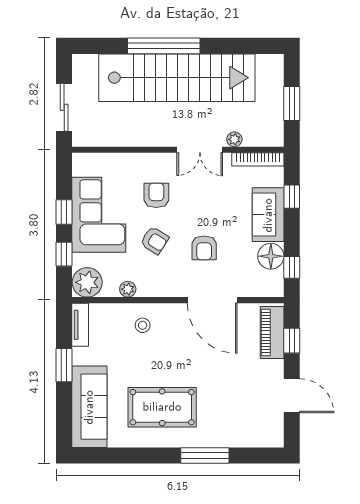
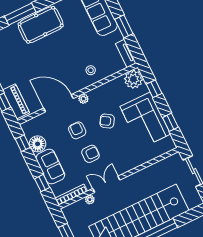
armchair: (156, 195) -> (90, 154), moved, turned -90
window: (64, 212) -> (170, 122), moved
plant: (128, 289) -> (83, 99), moved
pool table: (162, 407) -> (41, 25), moved

